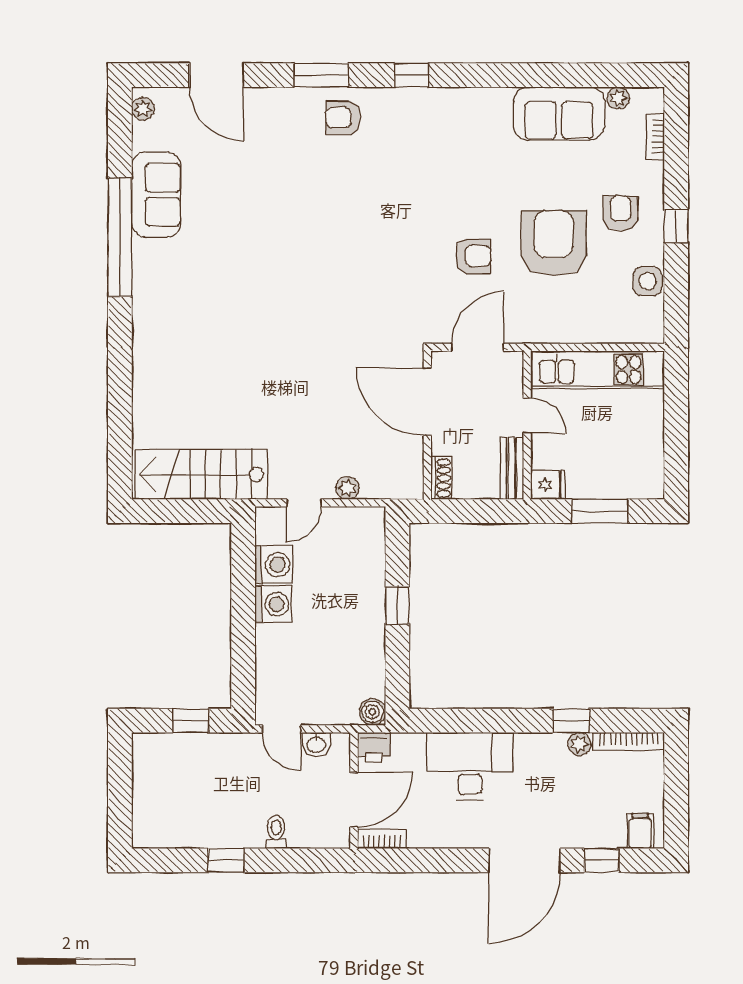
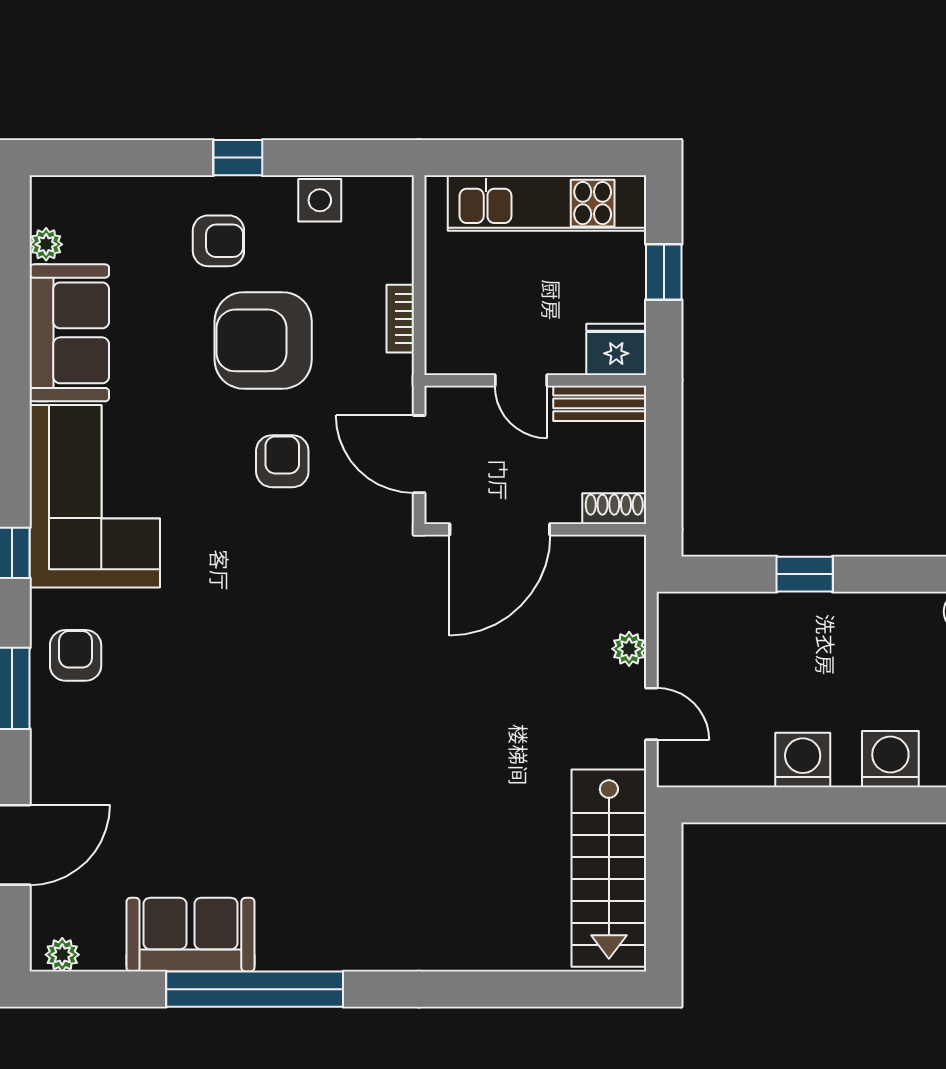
armchair: (343, 118) -> (76, 655), turned 180
corner sofa: (449, 131) -> (95, 496), added
bookcase: (655, 136) -> (400, 319), moved, turned 90
armchair: (620, 213) -> (218, 241), turned 180
kitchen unit: (598, 370) -> (547, 203), moved, turned 90
door: (527, 416) -> (521, 380), swing flipped
fridge: (548, 485) -> (616, 349), width x1.38
window: (600, 511) -> (664, 272), width x0.67
washing machine: (274, 565) -> (890, 759), moved

